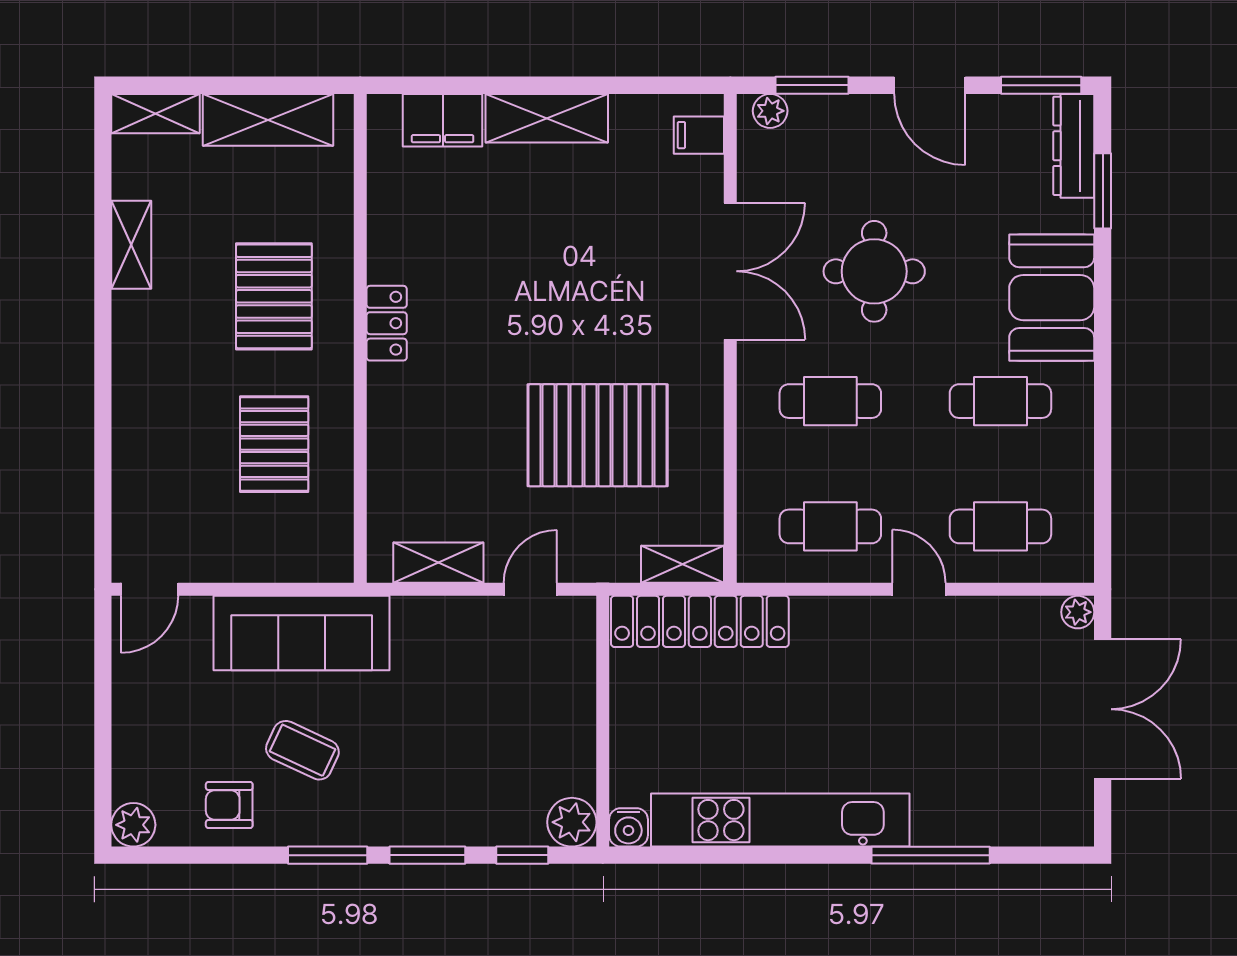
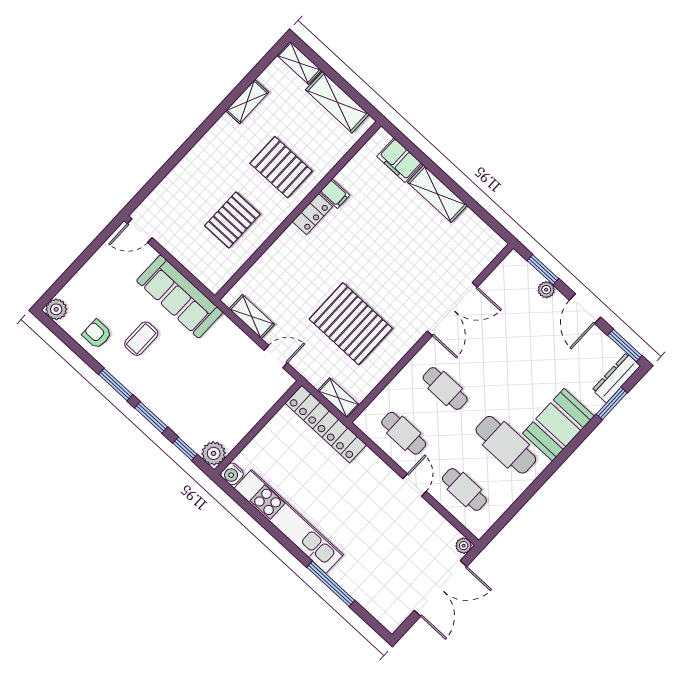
plant: (770, 111) -> (546, 290), moved
filing cabinet: (699, 135) -> (335, 194), moved, turned 180
round table: (874, 271) -> (504, 357), removed
pallet: (274, 296) -> (281, 167), turned 90
cafe table: (1000, 401) -> (506, 445), width x1.37, depth x1.35
coffee table: (302, 750) -> (141, 339), turned 65

